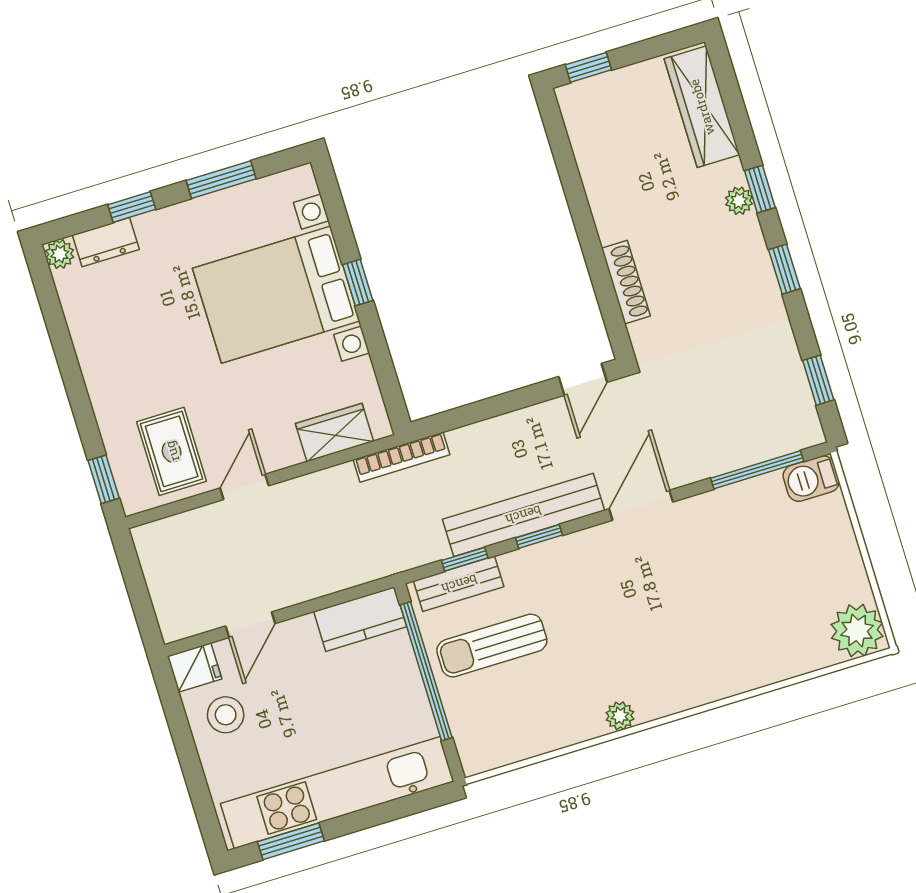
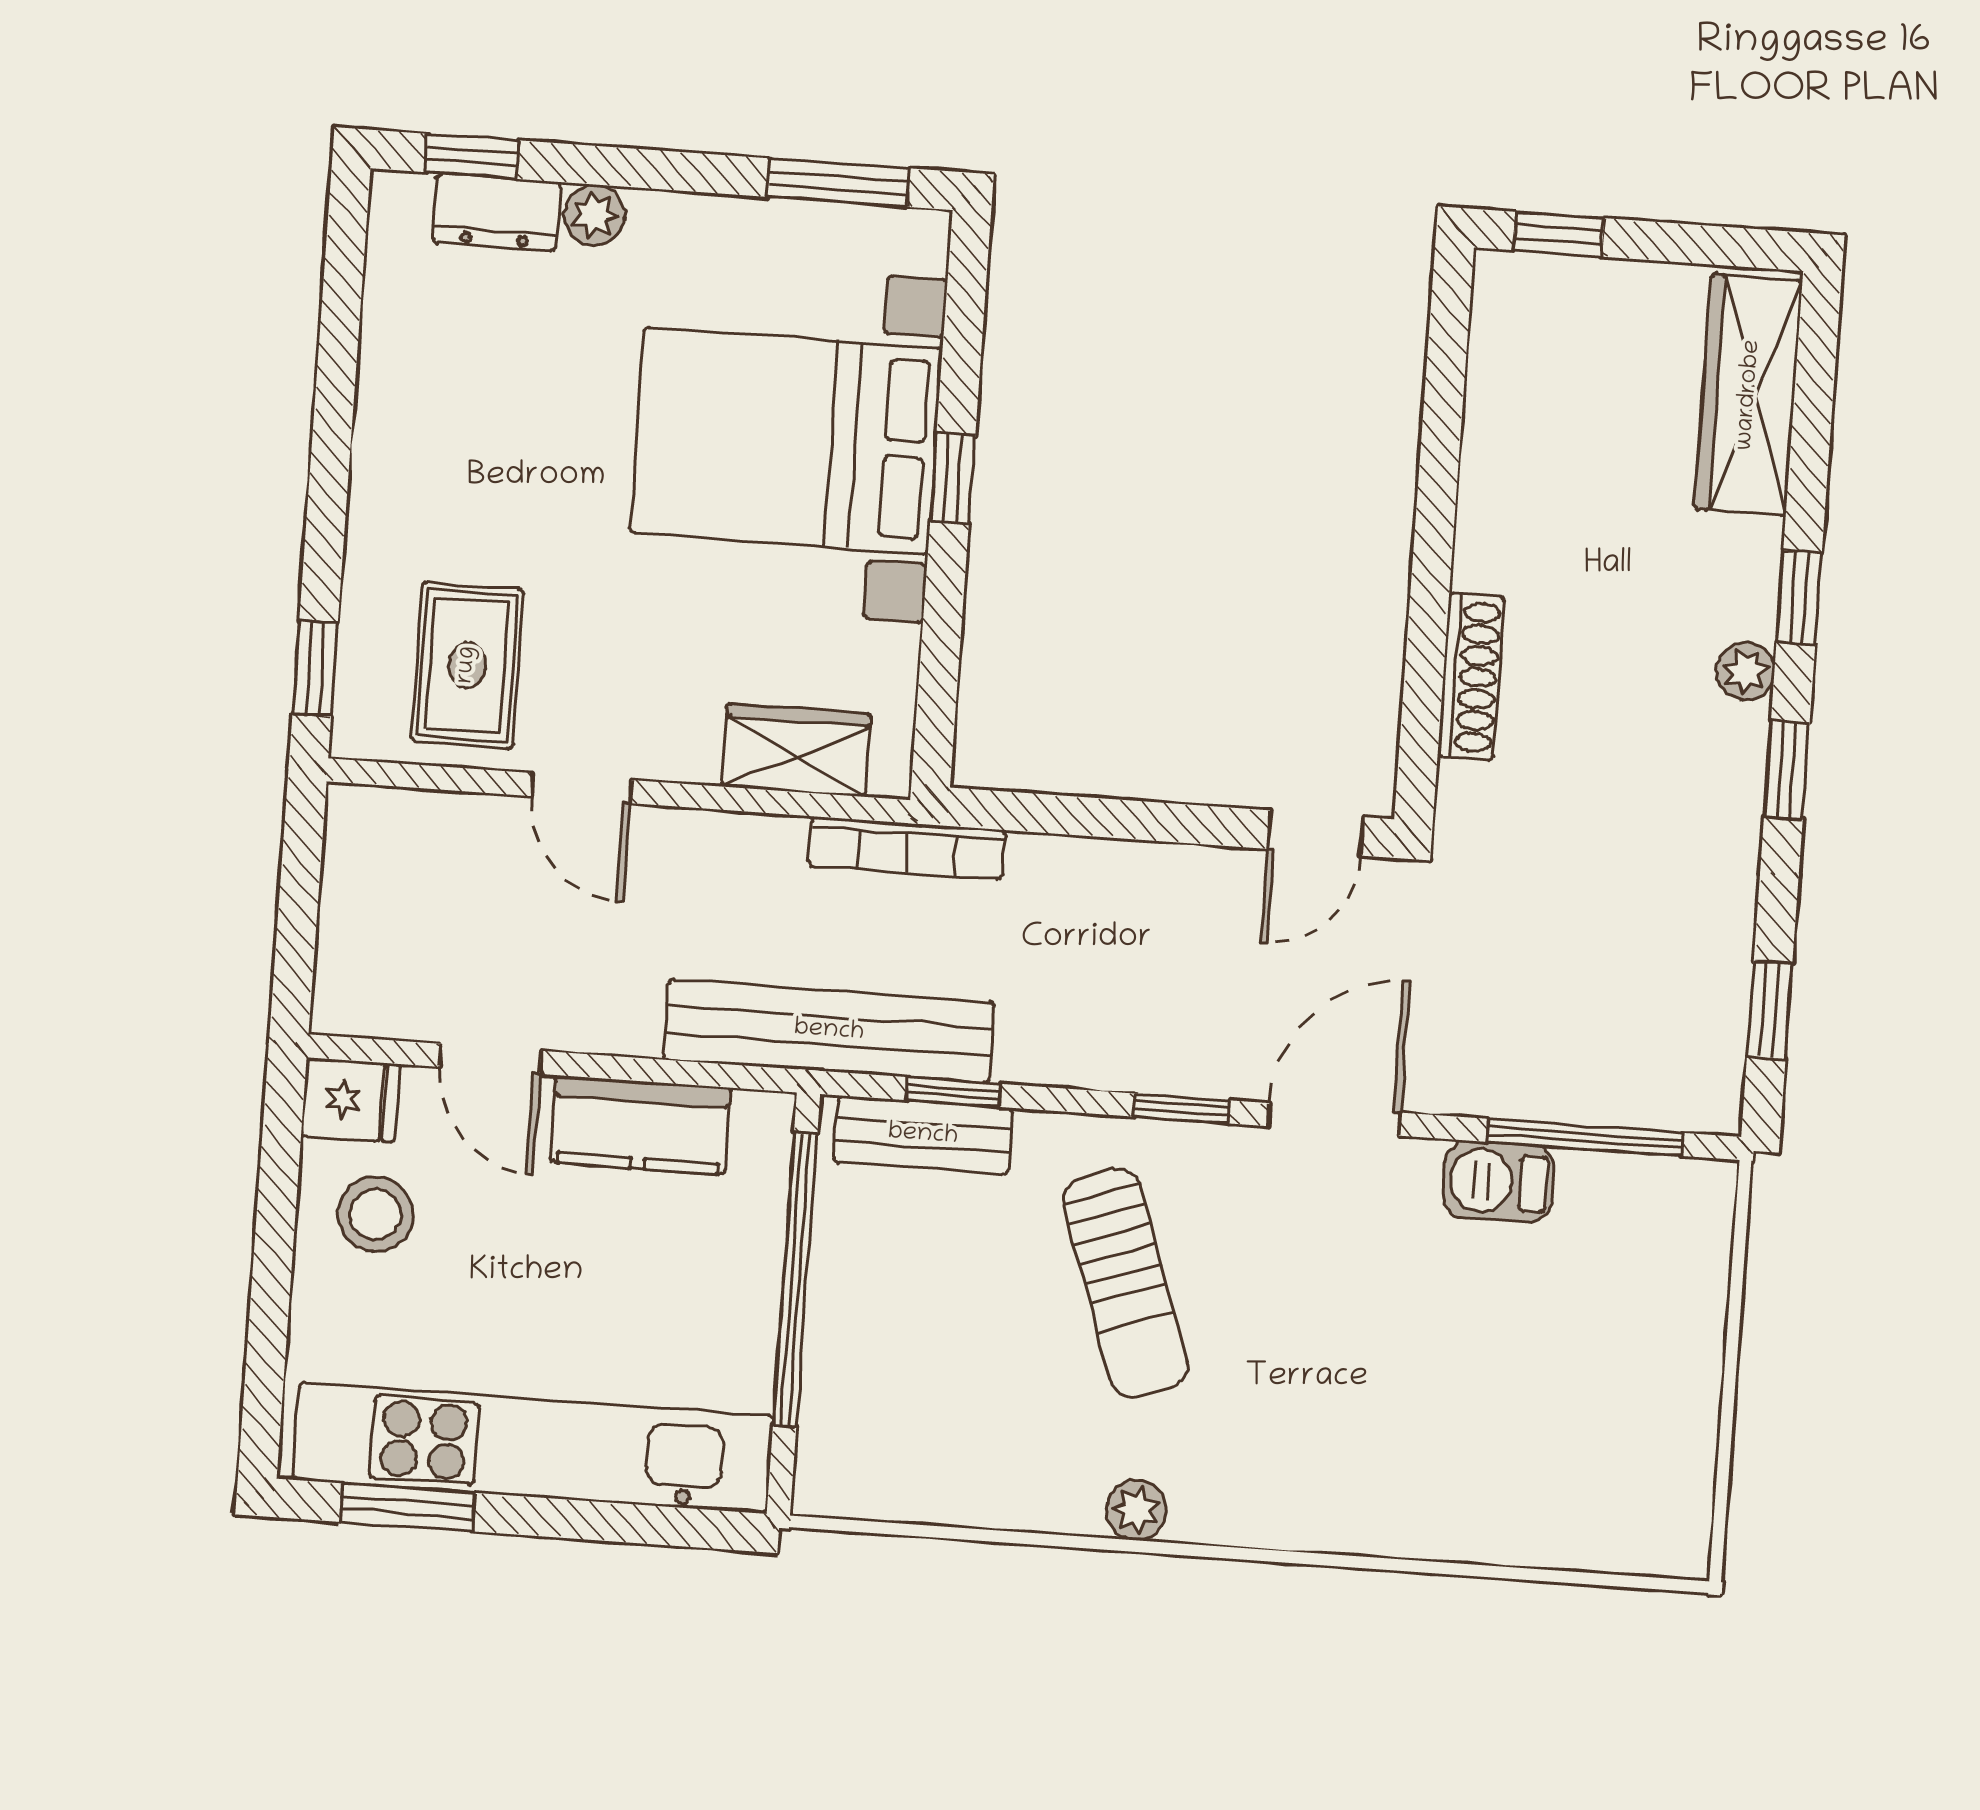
window: (221, 180) -> (838, 183), moved
plant: (739, 201) -> (1746, 671), moved
window: (132, 207) -> (472, 156), moved
plant: (60, 254) -> (595, 215), moved
barbecue: (811, 479) -> (1499, 1182), moved
door: (244, 487) -> (581, 788), swing flipped
bench: (523, 515) -> (829, 1031), moved
window: (539, 536) -> (1182, 1108), moved
kitchen counter: (360, 619) -> (640, 1125), moved
door: (250, 625) -> (490, 1059), hinge flipped
plant: (857, 630) -> (1658, 1522), removed
sun lounger: (492, 646) -> (1126, 1283), moved, turned -109

